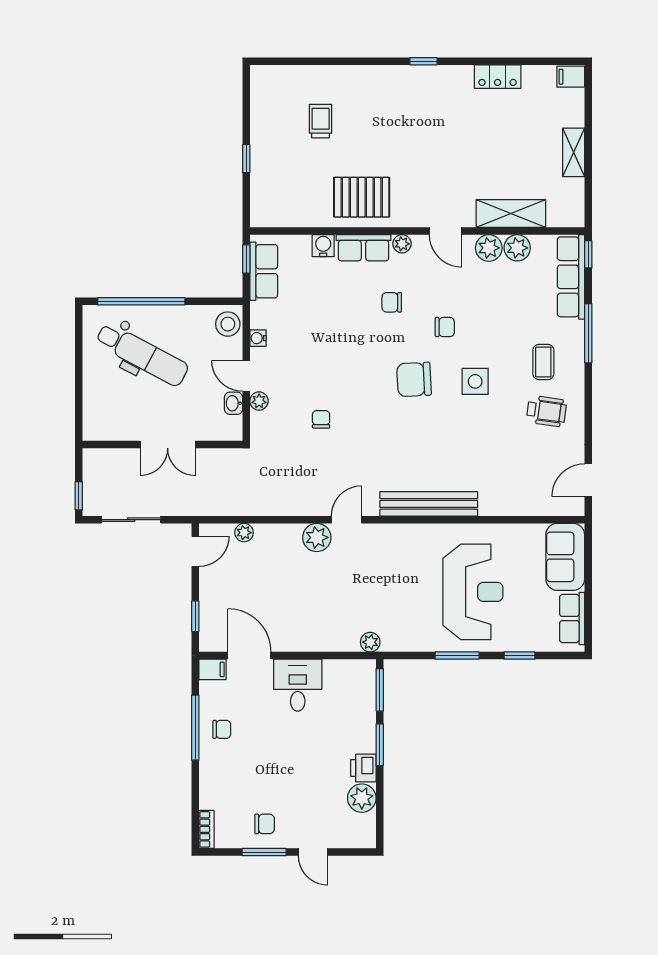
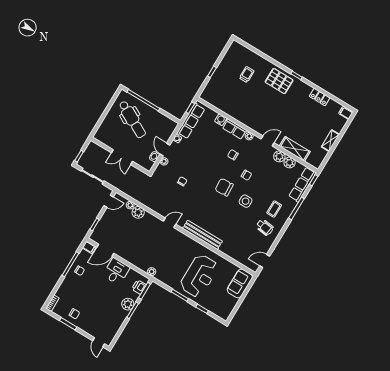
pallet: (362, 197) -> (279, 81), moved
door: (446, 231) -> (268, 141), swing flipped
row of seats: (264, 271) -> (191, 121), width x1.48
stool: (228, 324) -> (170, 127), removed
plant: (317, 537) -> (138, 212), moved
row of seats: (572, 618) -> (229, 307), removed
door: (249, 656) -> (105, 250), swing flipped
printer: (363, 768) -> (139, 287), moved
plant: (362, 798) -> (128, 304), moved
door: (313, 852) -> (99, 342), moved

